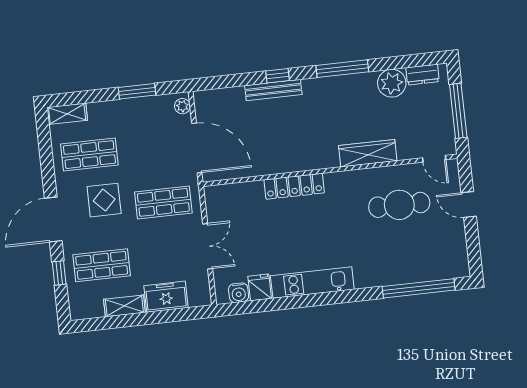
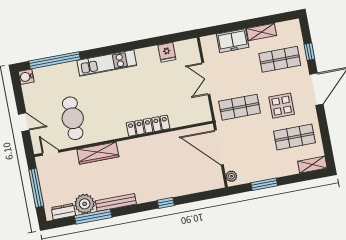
window: (342, 69) -> (93, 217), moved
bench: (273, 90) -> (116, 202), moved
cafe table: (399, 205) -> (73, 118), turned 90
kitchen unit: (312, 283) -> (107, 63), moved
water cooler: (239, 293) -> (26, 77), moved, turned -90

